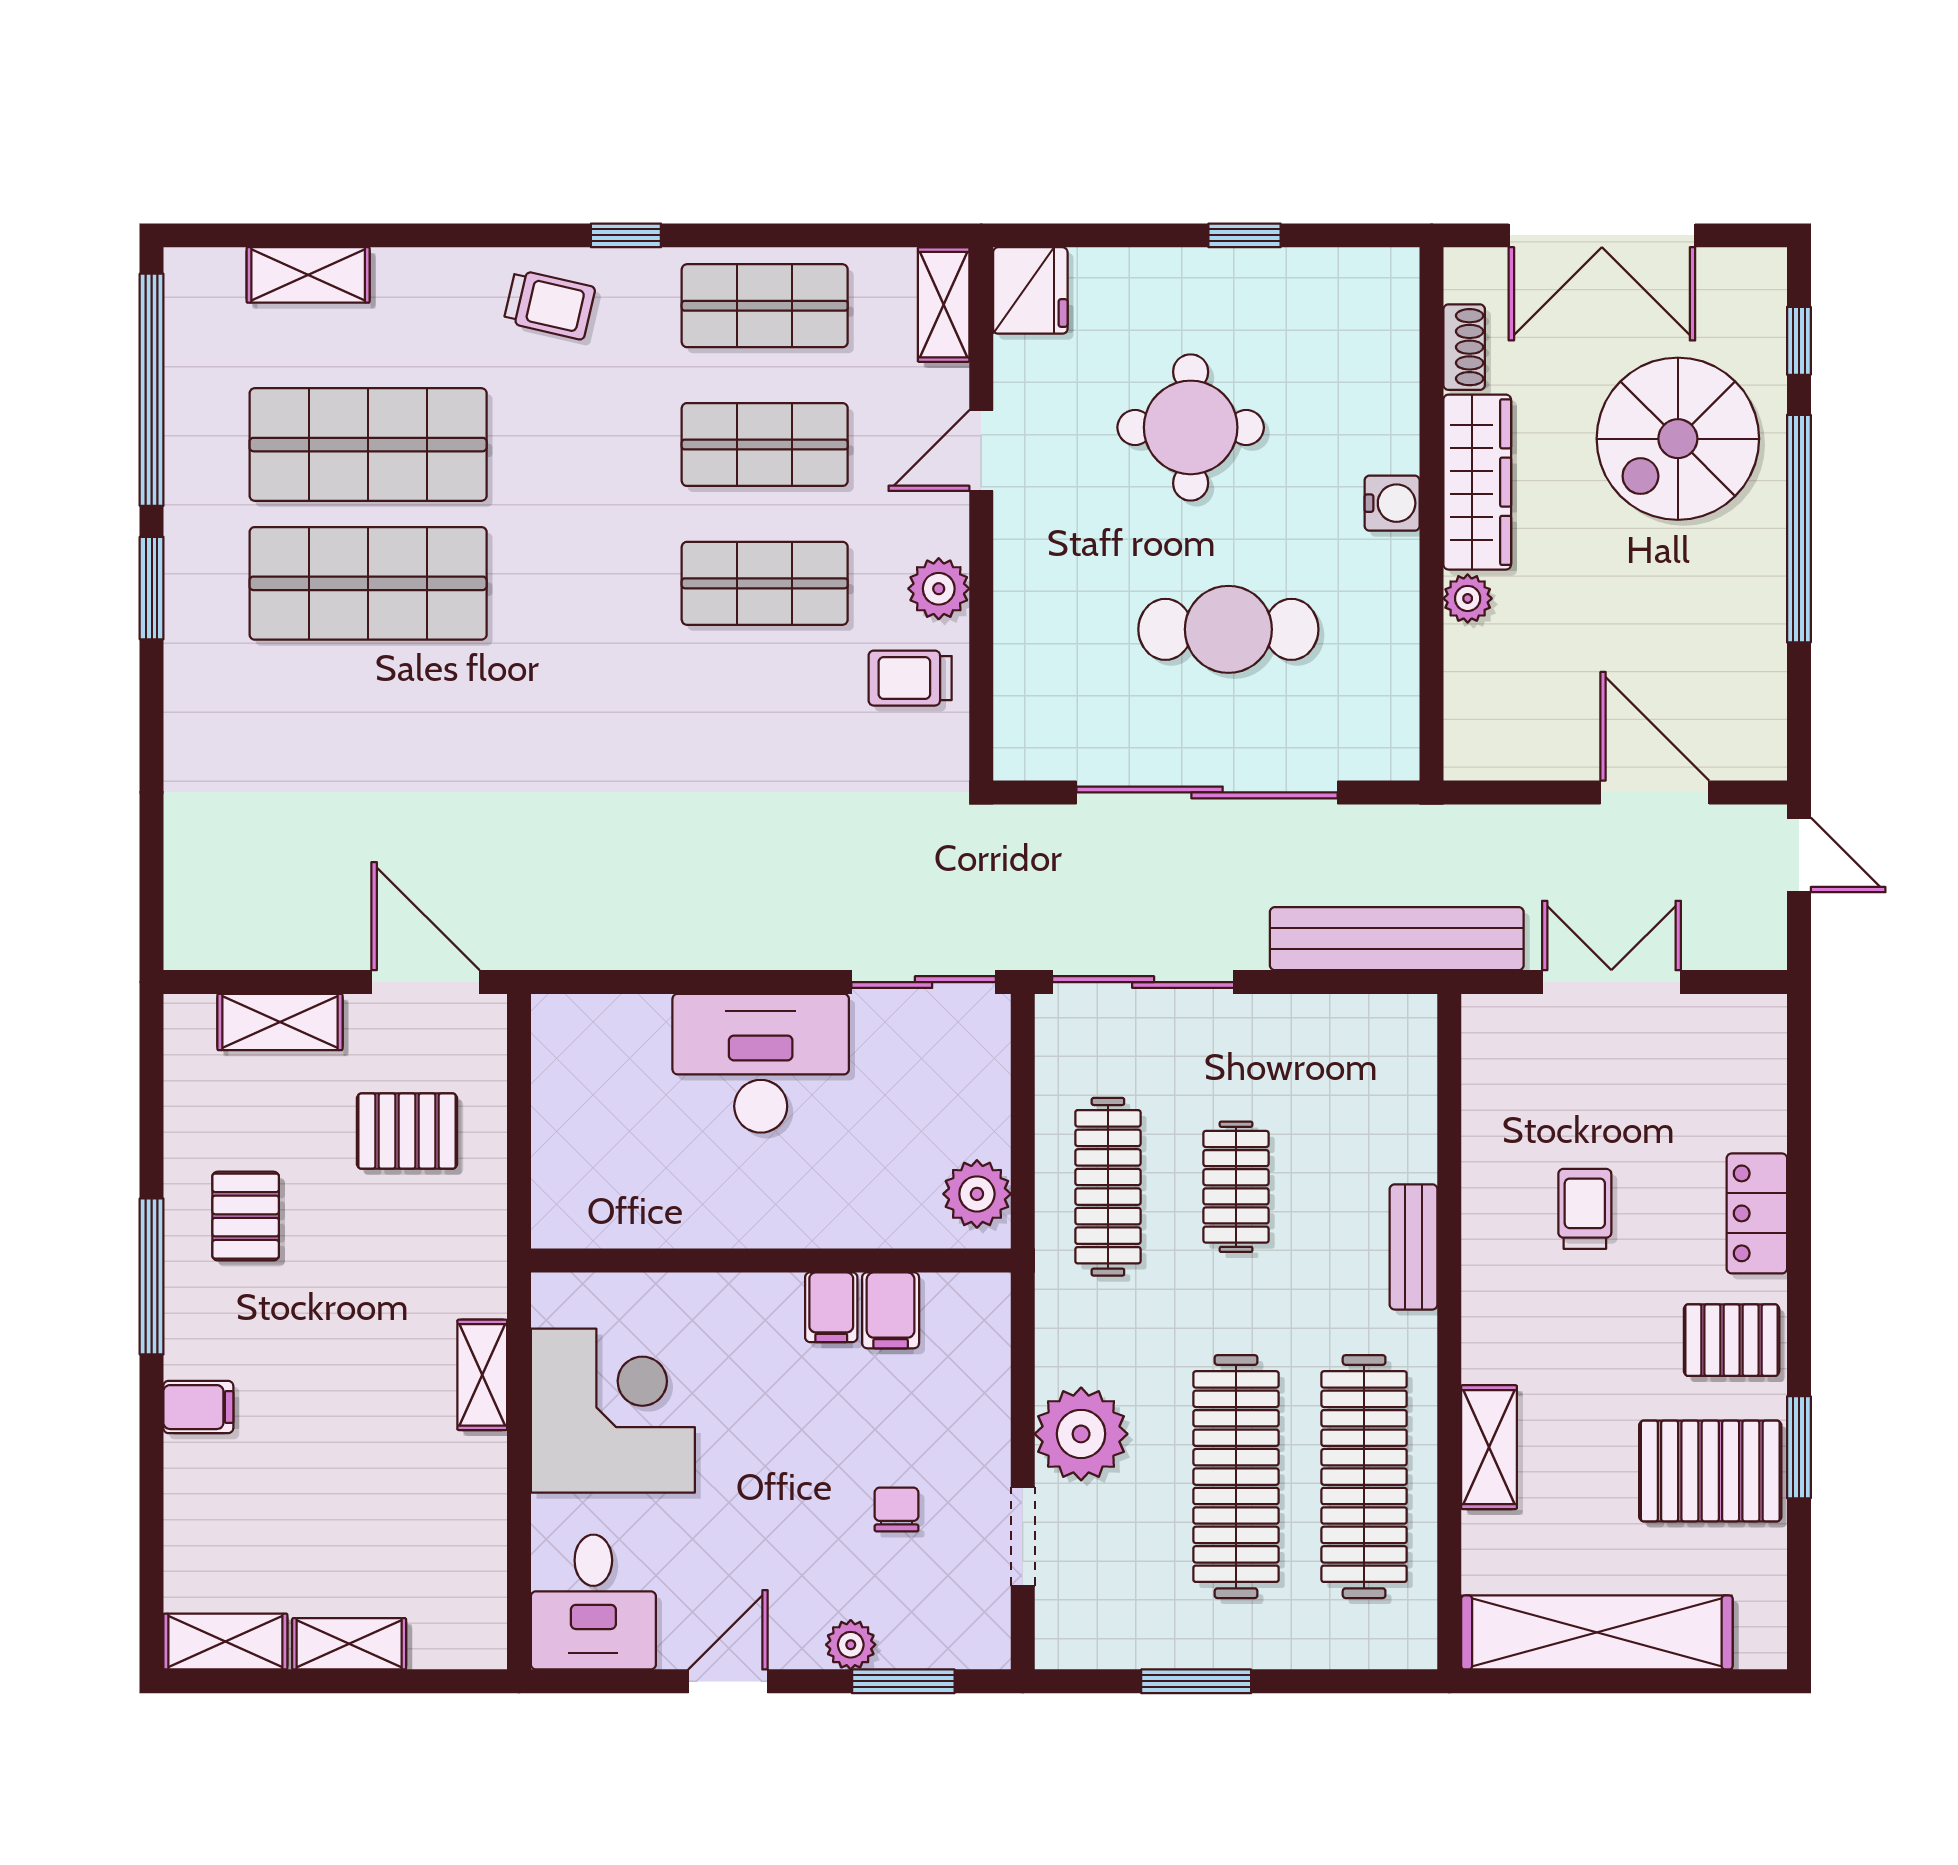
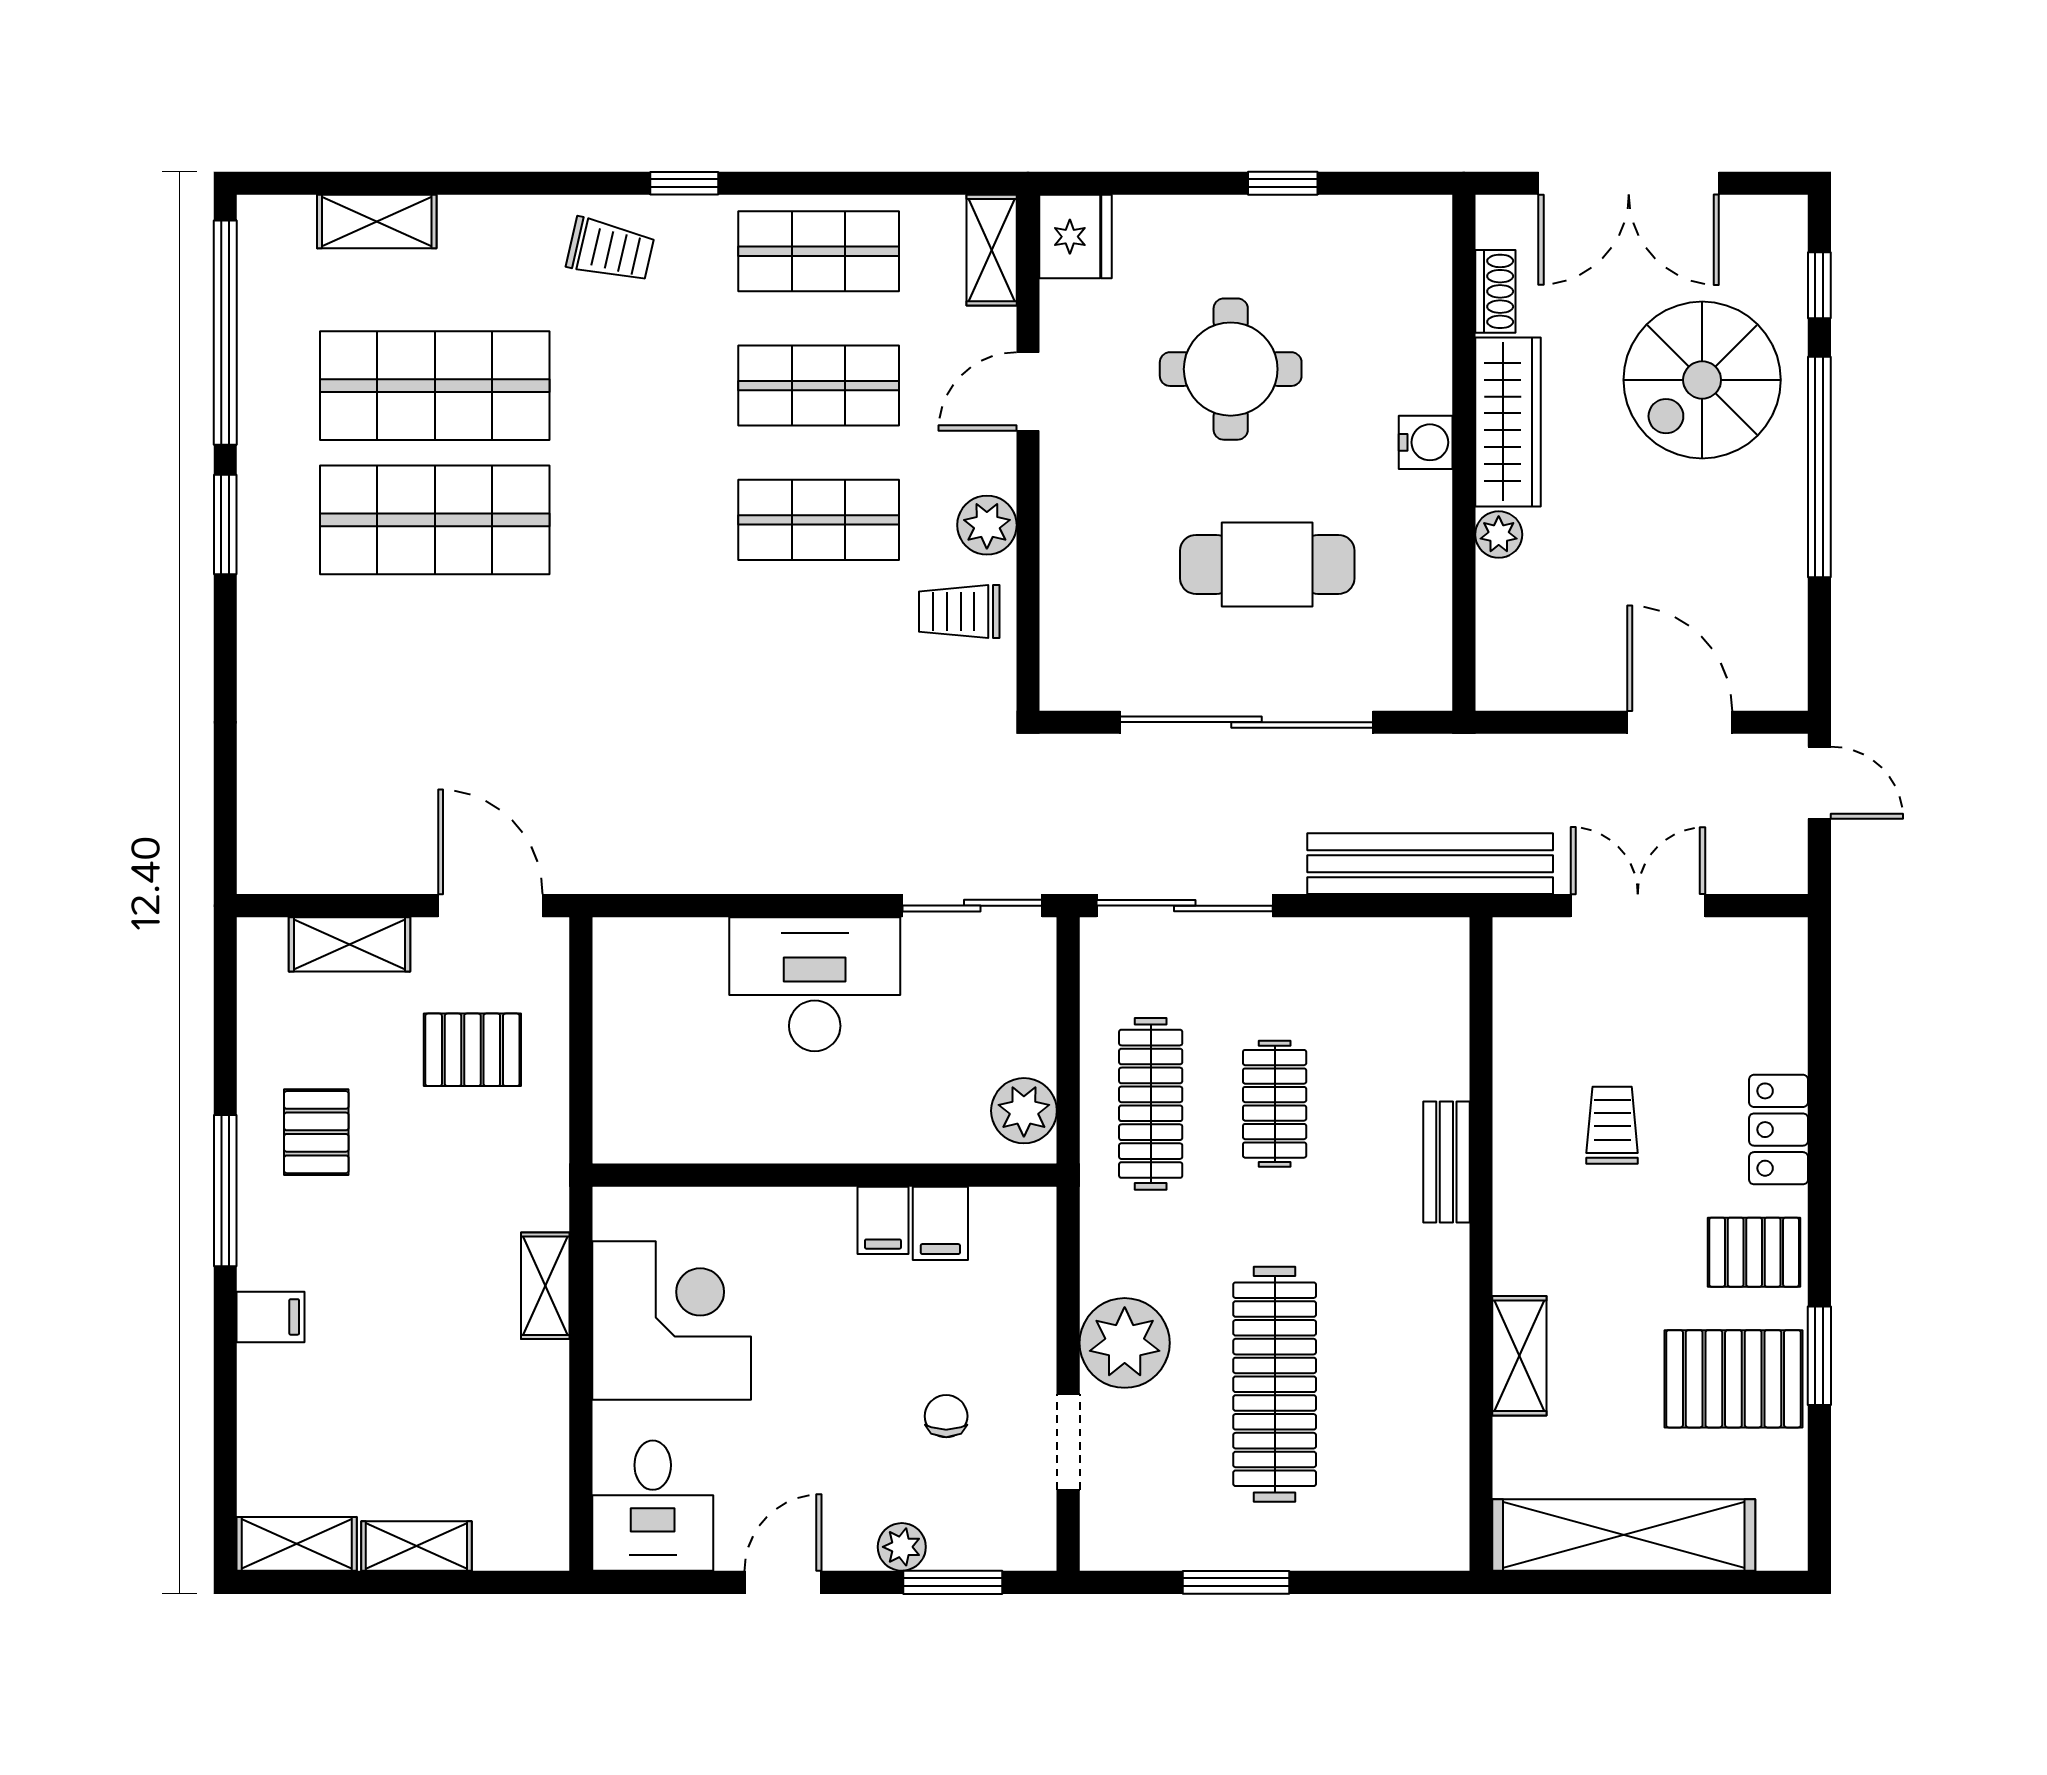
clothes rail: (1364, 1477) -> (1399, 1384), removed

